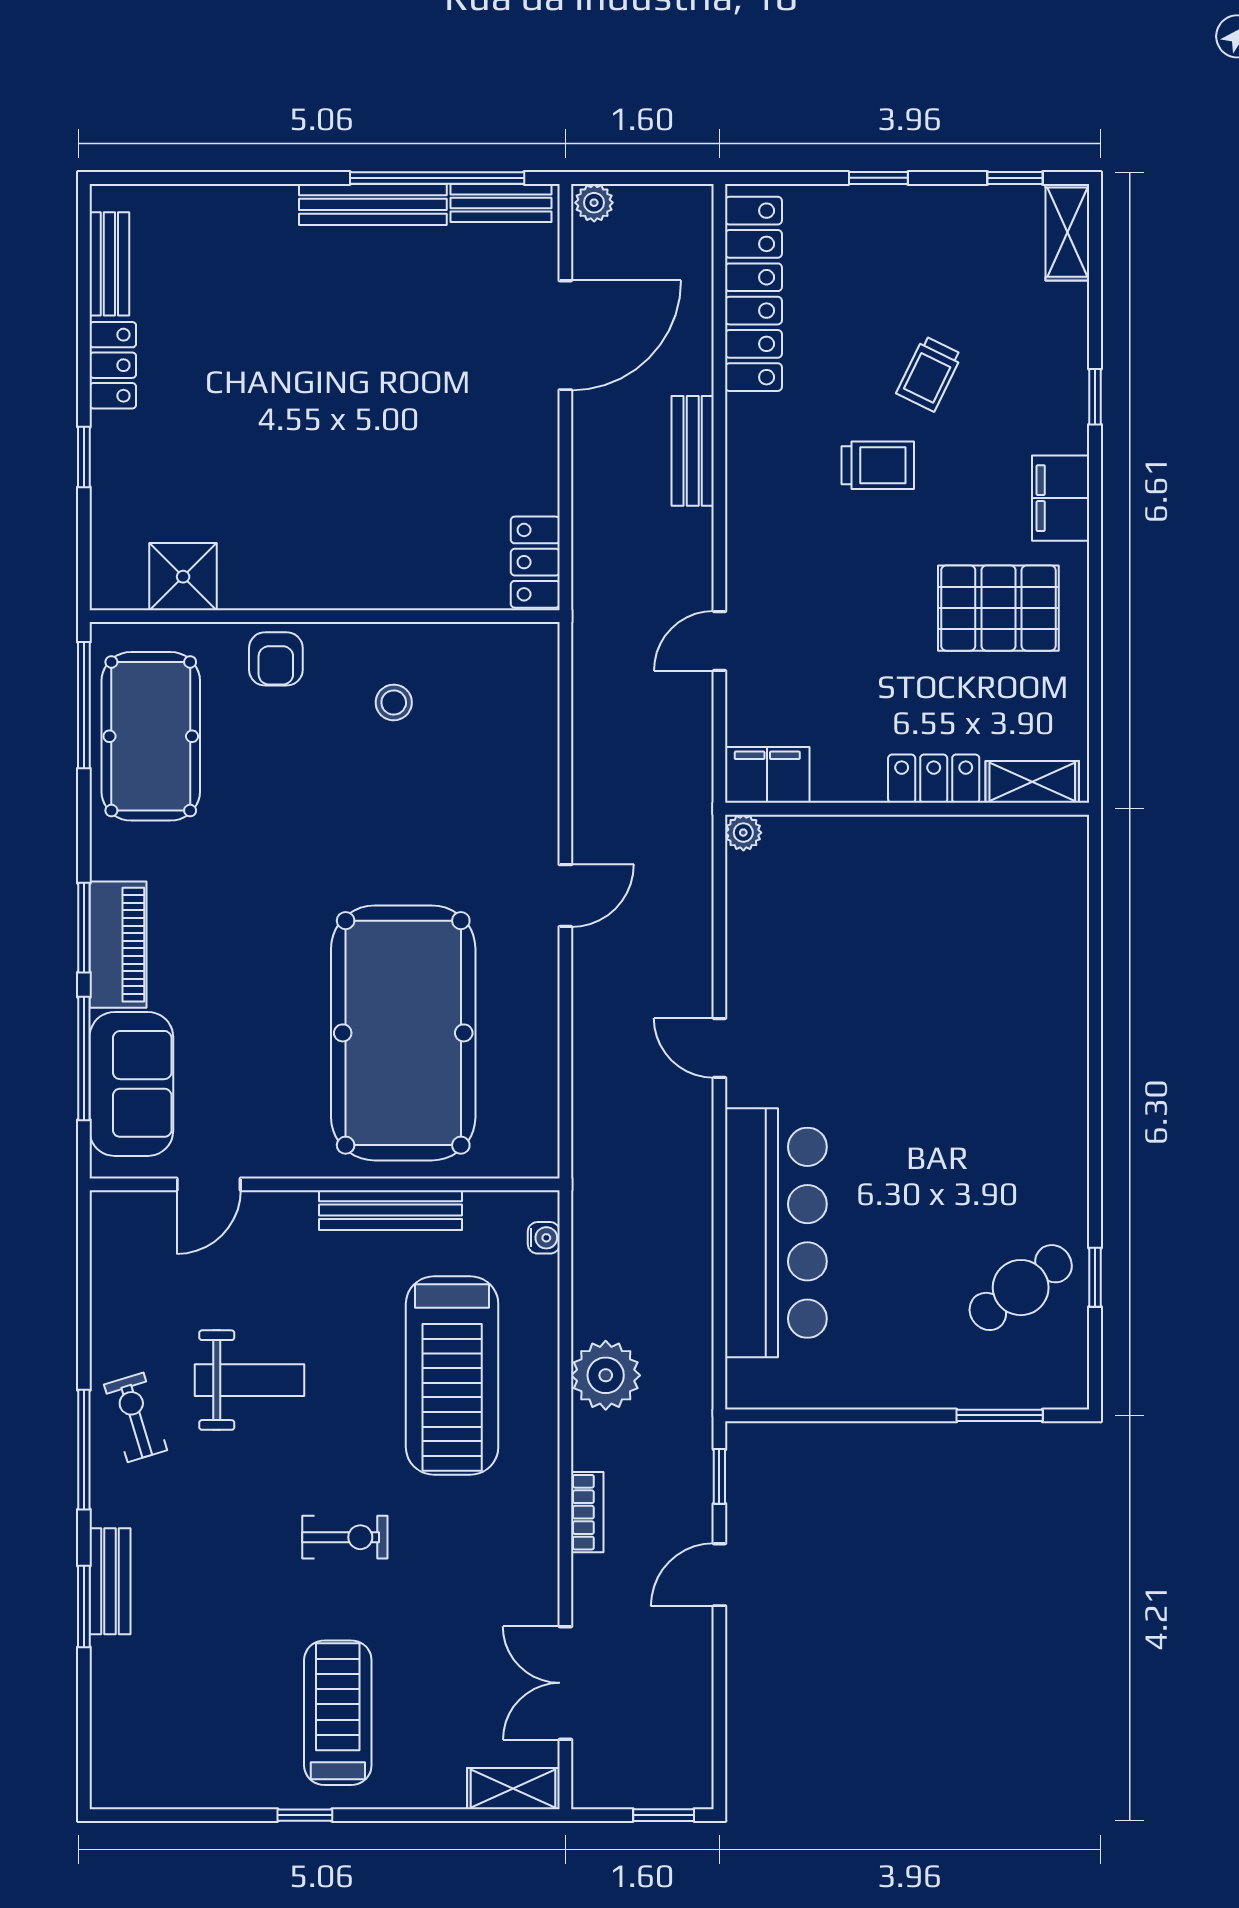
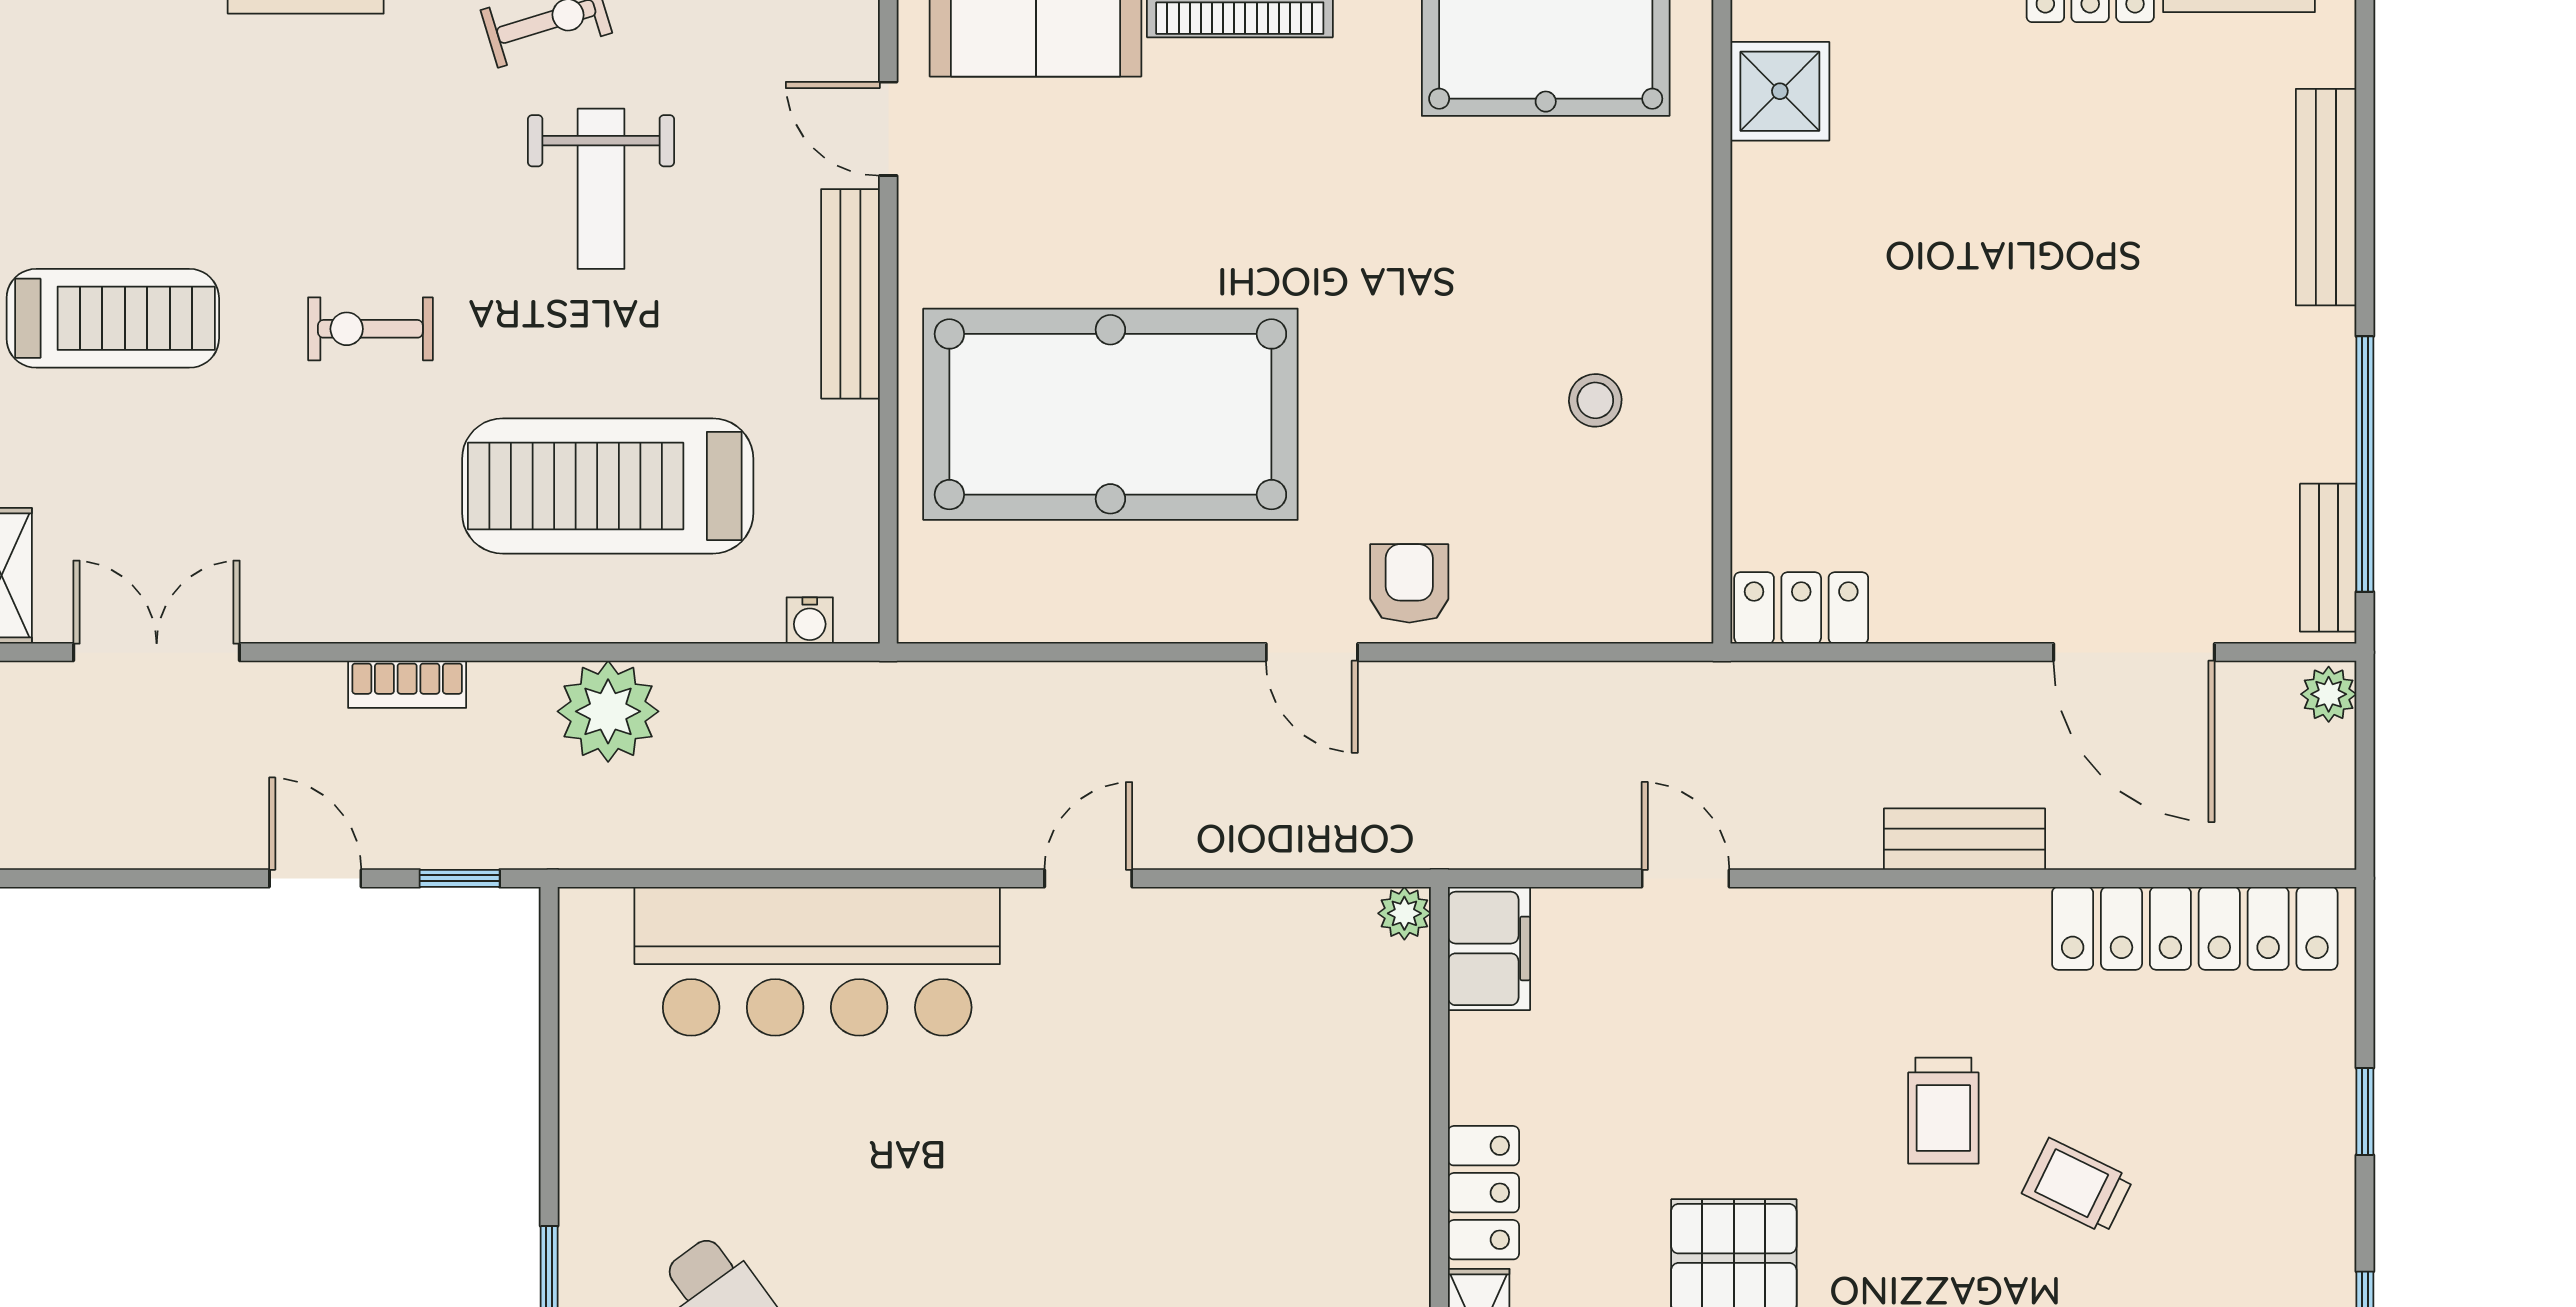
bench: (373, 204) -> (2326, 197), moved
armchair: (276, 659) -> (1409, 583), moved, turned 90
bench: (390, 1210) -> (850, 294), moved
exercise bike: (345, 1537) -> (370, 329), turned 90

